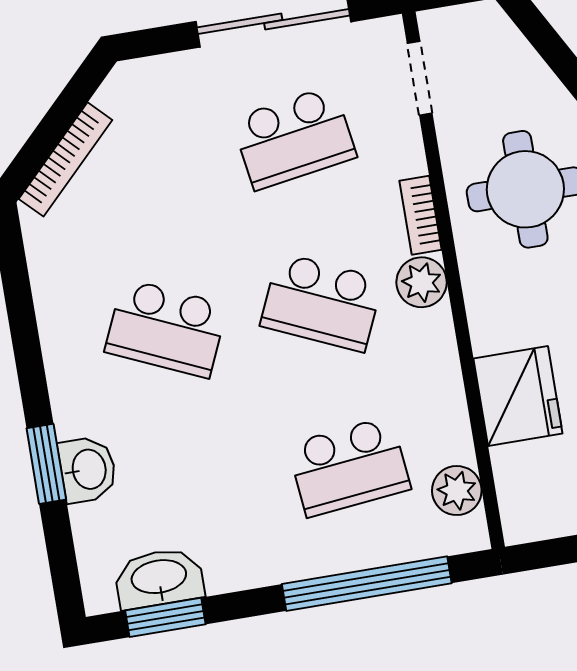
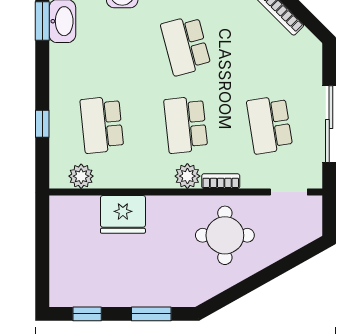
school desk: (322, 302) -> (186, 125), turned -30
school desk: (166, 328) -> (186, 45), turned -39
window: (367, 584) -> (42, 124), width x0.32

